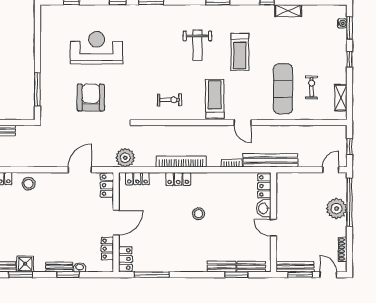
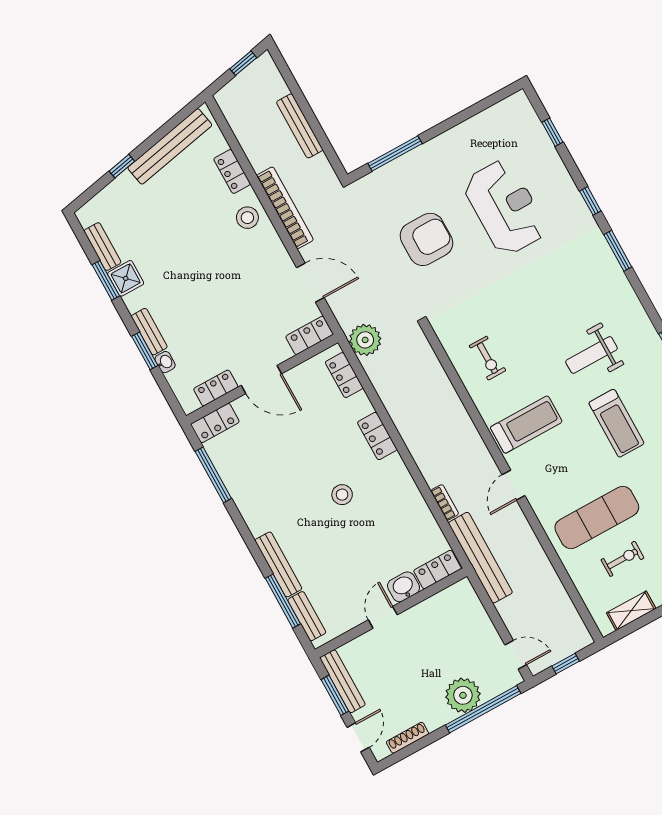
treadmill: (240, 52) -> (616, 423), turned -90
bookcase: (181, 161) -> (285, 208), moved
bench: (222, 267) -> (278, 564), width x1.36
window: (237, 275) -> (283, 601), width x1.44

